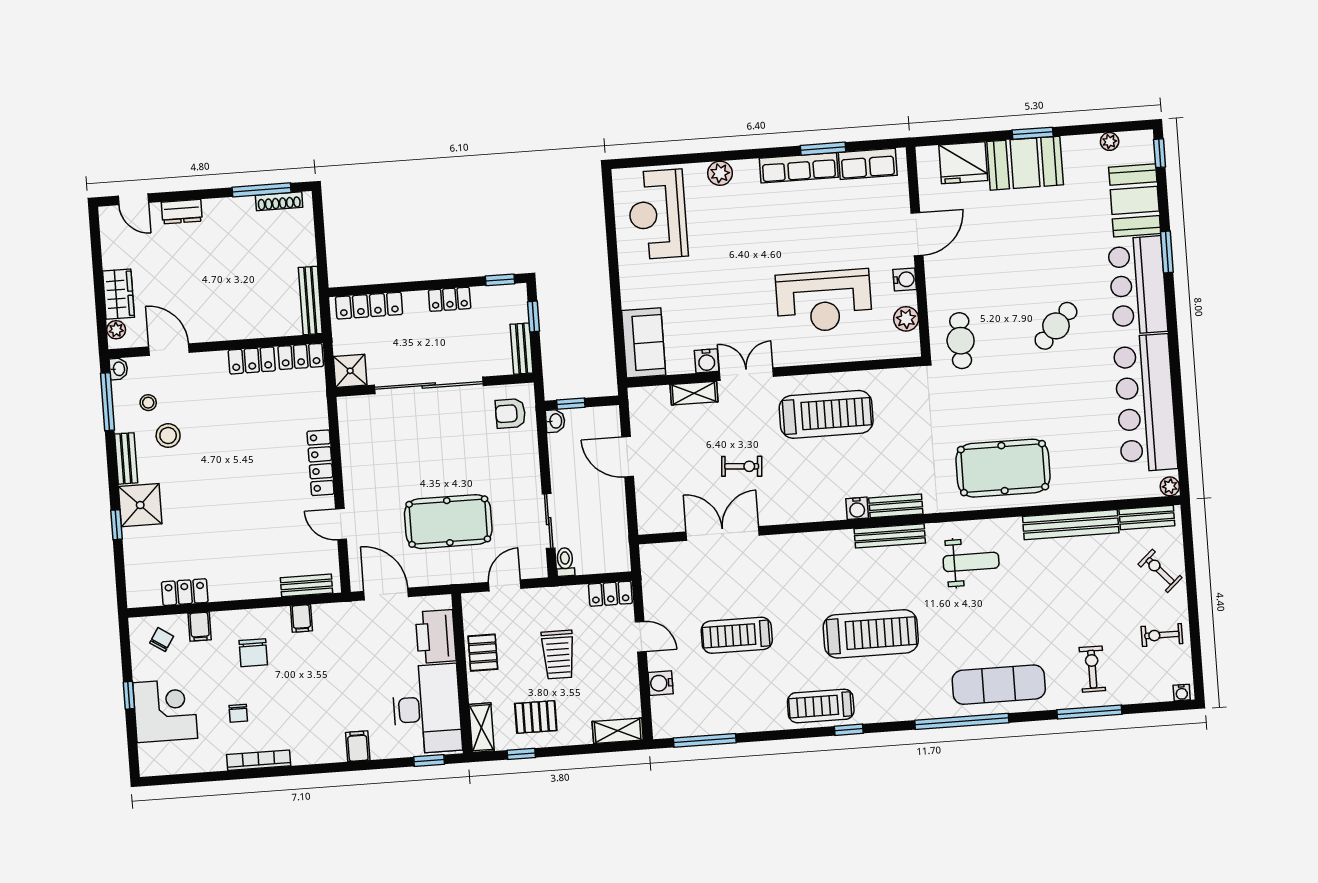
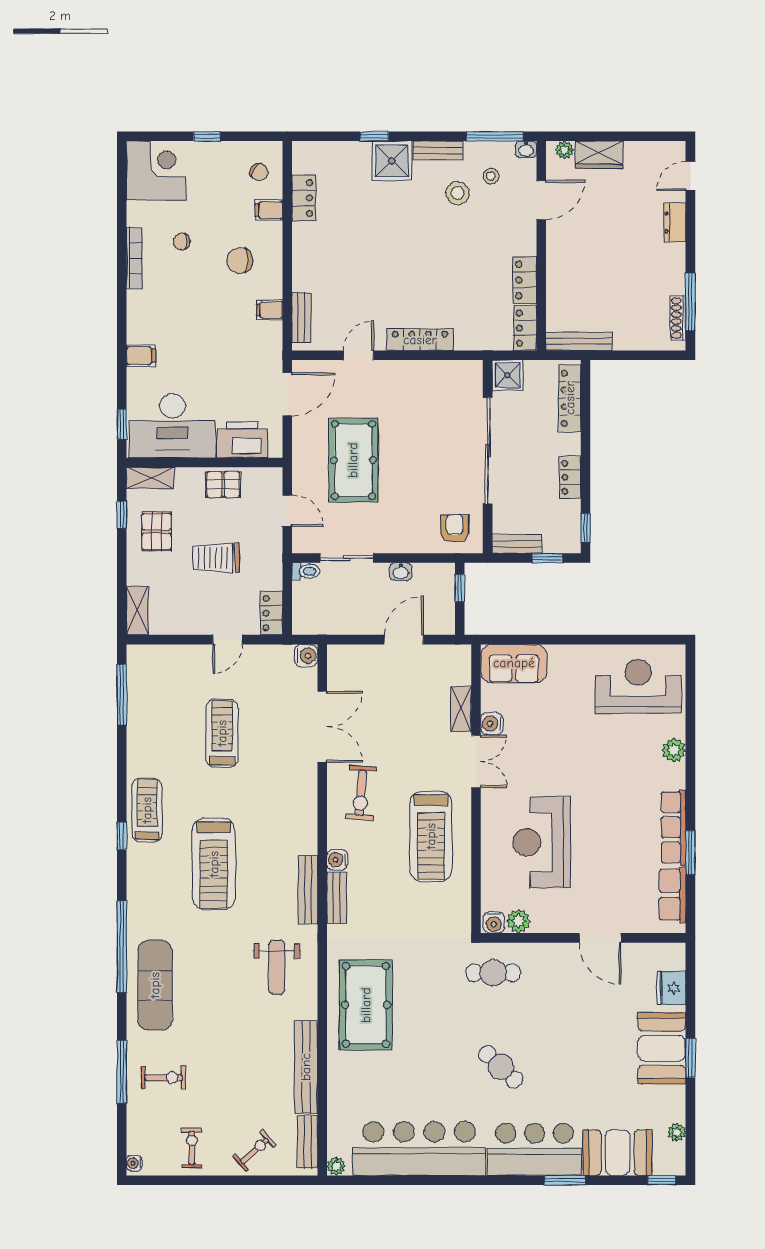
fridge: (963, 163) -> (671, 988), width x0.73, depth x0.75
water cooler: (905, 279) -> (494, 923), moved
washbasin: (555, 421) -> (401, 572), moved
exercise bike: (742, 466) -> (361, 793), moved, width x1.38, depth x1.39
water cooler: (661, 683) -> (306, 656), moved, turned 90
corner desk: (165, 711) -> (156, 171), moved, turned -90

